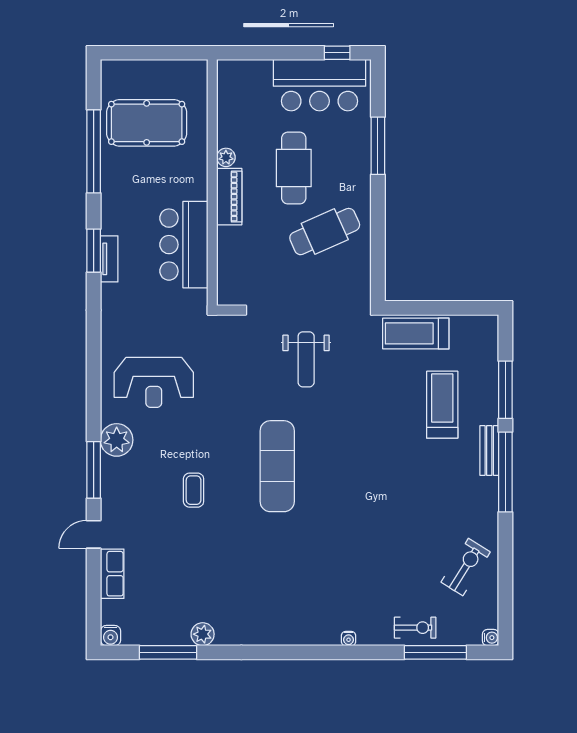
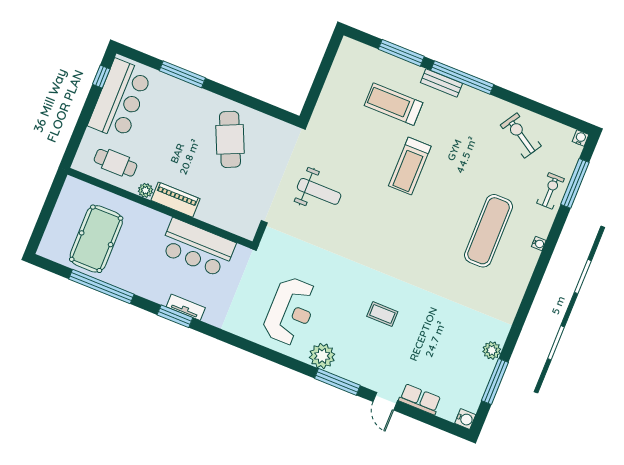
cafe table: (294, 168) -> (116, 163), moved, width x0.73, depth x0.74
treadmill: (416, 333) -> (410, 166), moved
exercise mat: (277, 466) -> (488, 231), moved, turned 90

